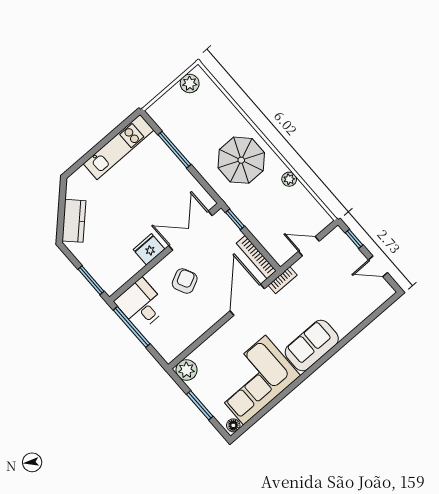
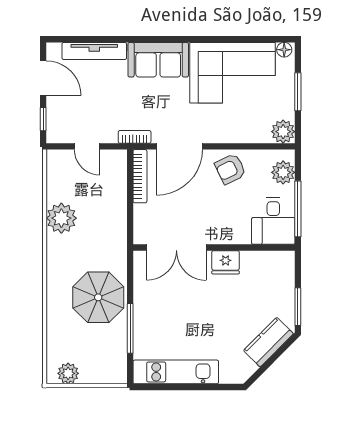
parasol: (241, 160) -> (98, 297), moved
plant: (289, 179) -> (61, 218), width x1.88, depth x1.88
window: (235, 219) -> (130, 224), removed
door: (378, 266) -> (43, 78), width x1.38
window: (91, 280) -> (298, 307), moved
armchair: (185, 281) -> (230, 169), moved
tv unit: (360, 314) -> (94, 51), added
plant: (163, 343) -> (283, 172), added

